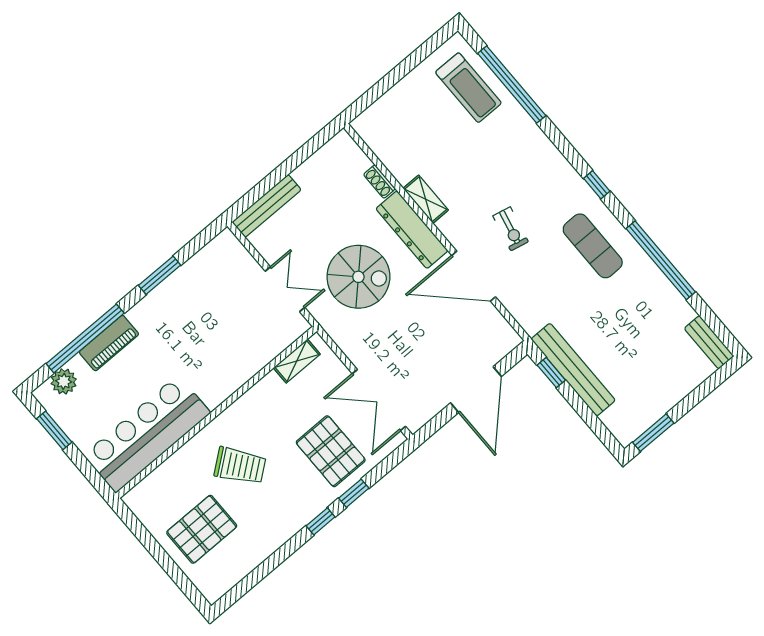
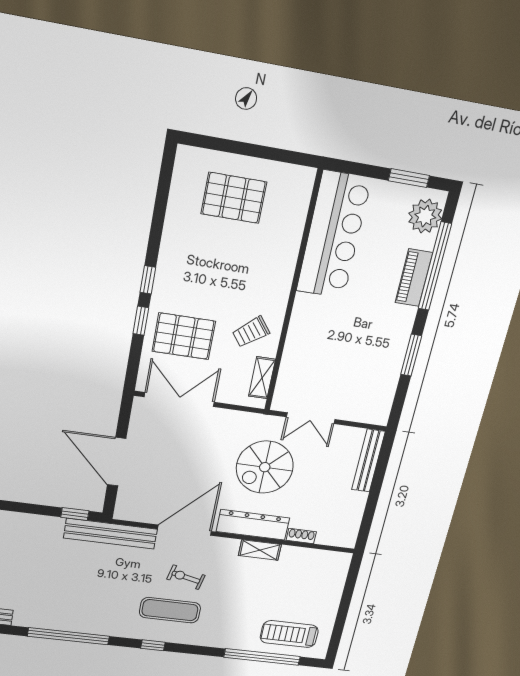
exercise mat: (593, 246) -> (170, 610), moved
bench: (573, 370) -> (110, 534), moved
plant: (64, 381) -> (425, 216), width x1.36, depth x1.36
trolley: (240, 466) -> (251, 332), moved, width x0.73, depth x0.72
pallet: (202, 529) -> (234, 198), turned 90

